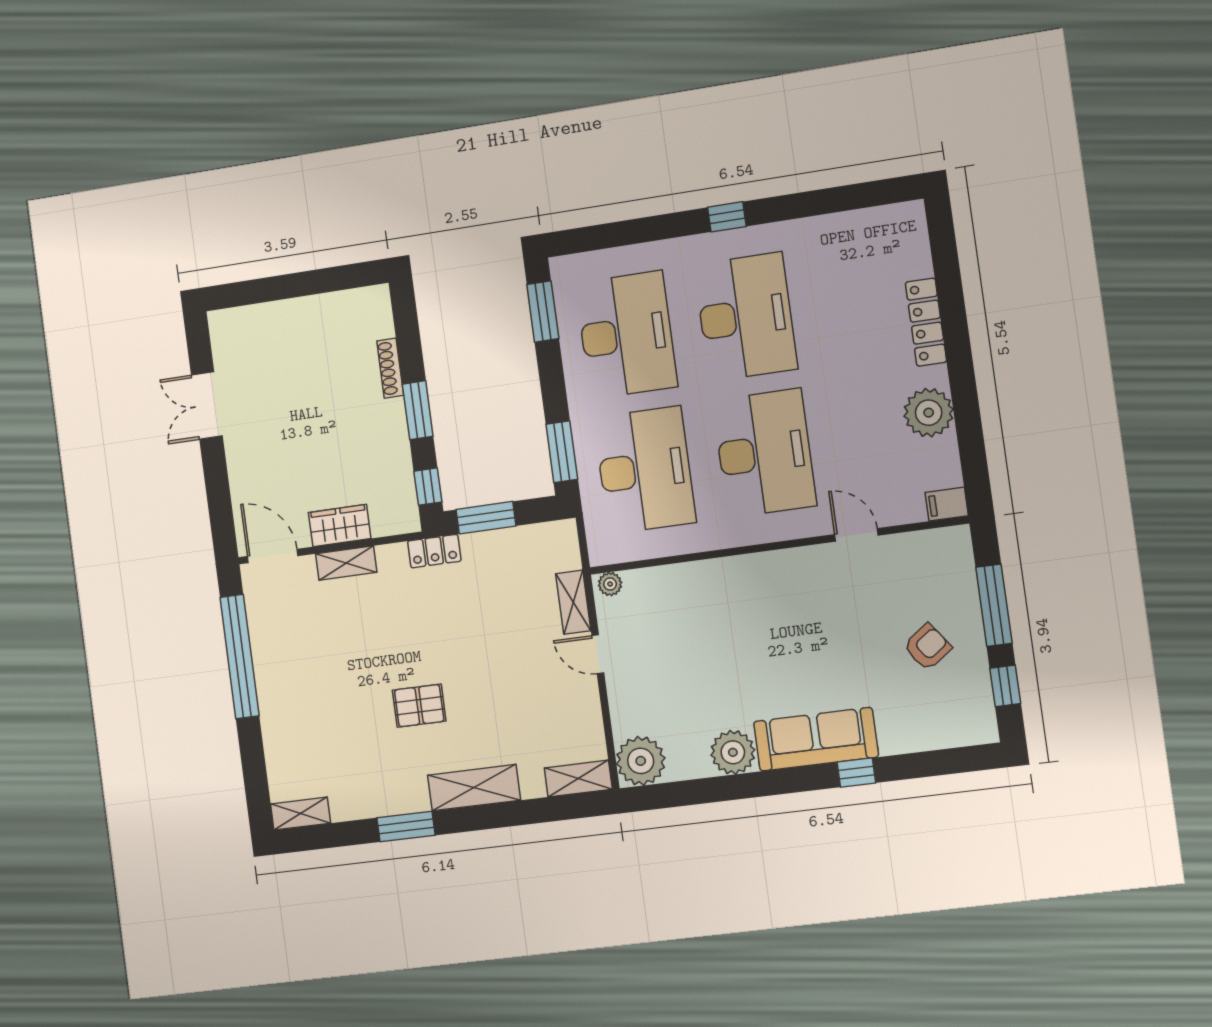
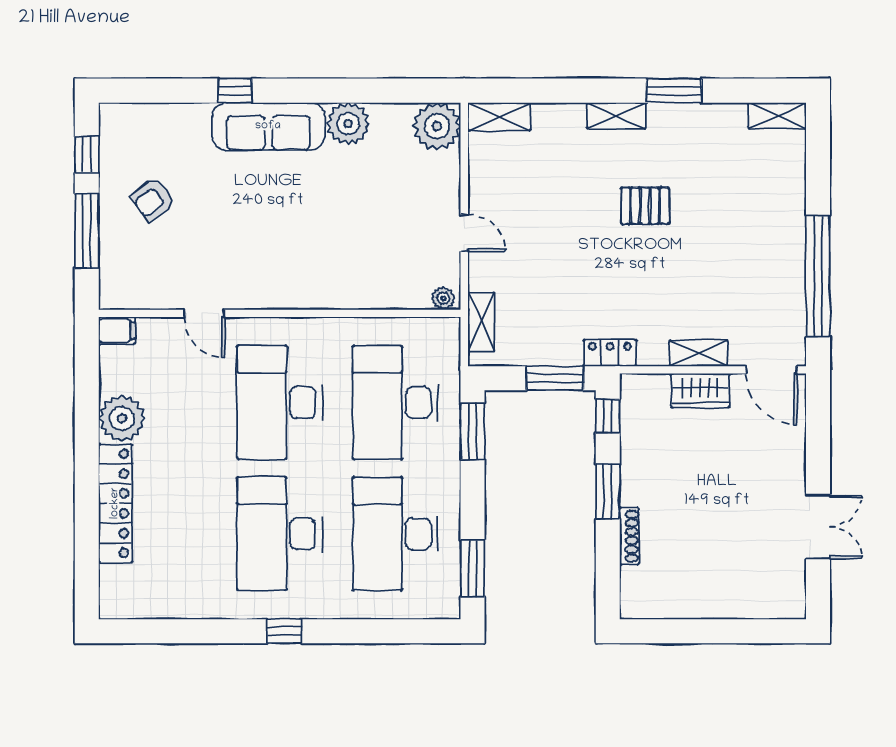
locker: (926, 322) -> (115, 503), width x1.41, depth x1.21
shelving: (573, 602) -> (481, 322), moved
shelving: (474, 788) -> (616, 116), width x0.67, depth x0.75

